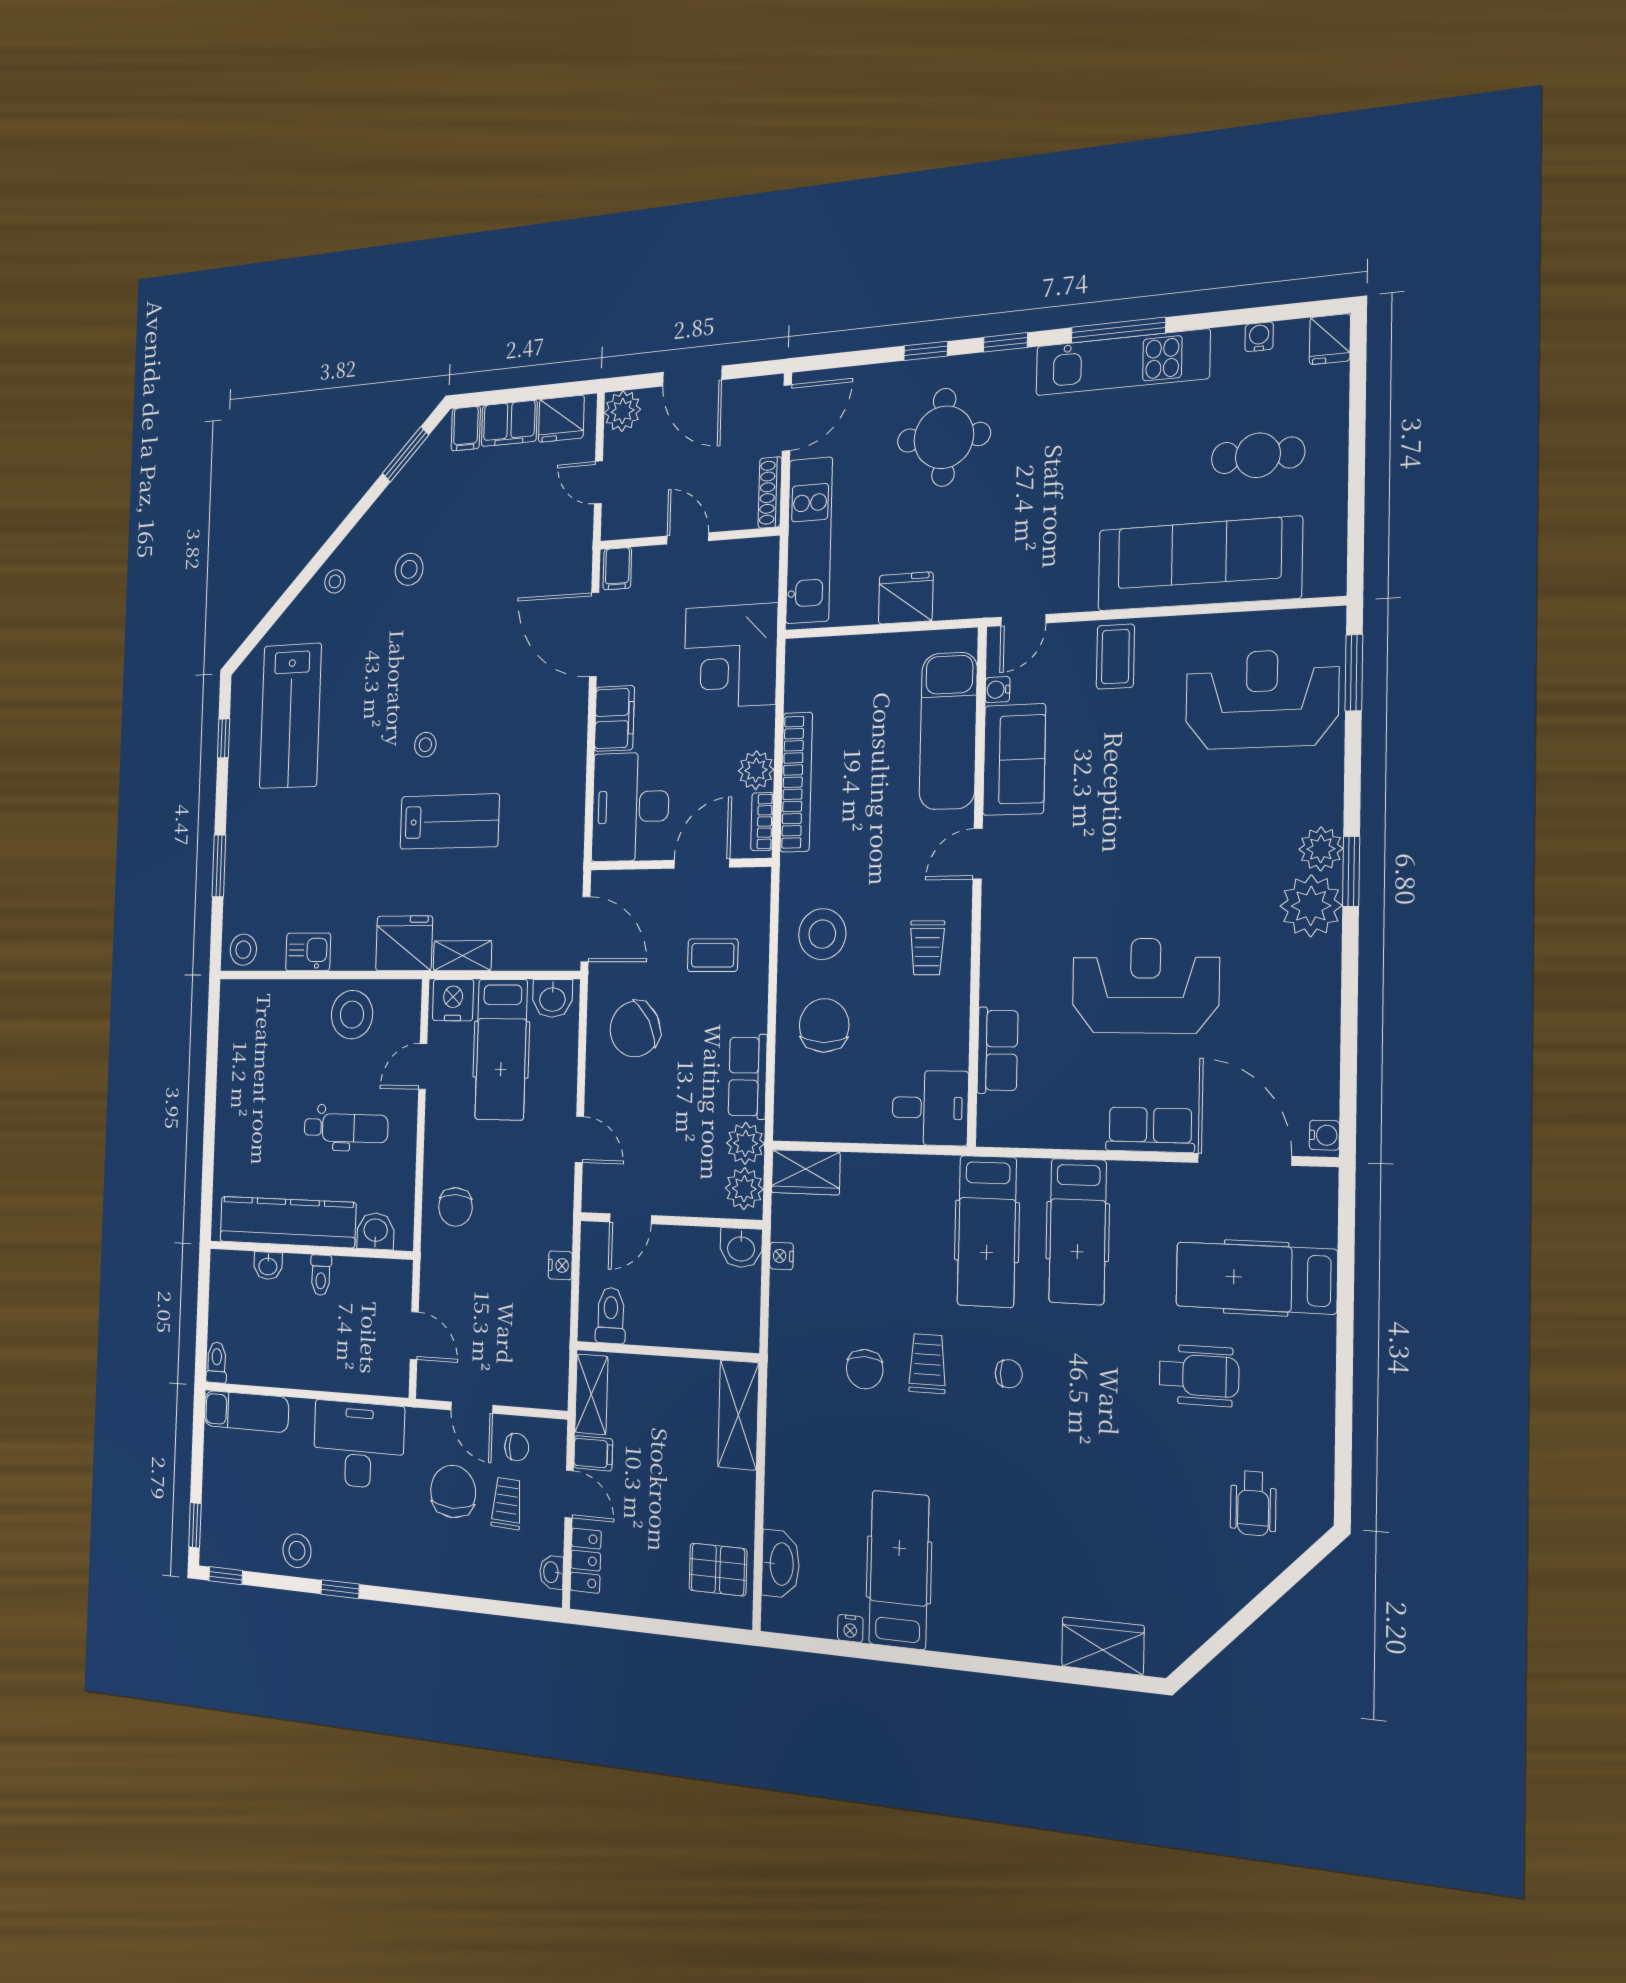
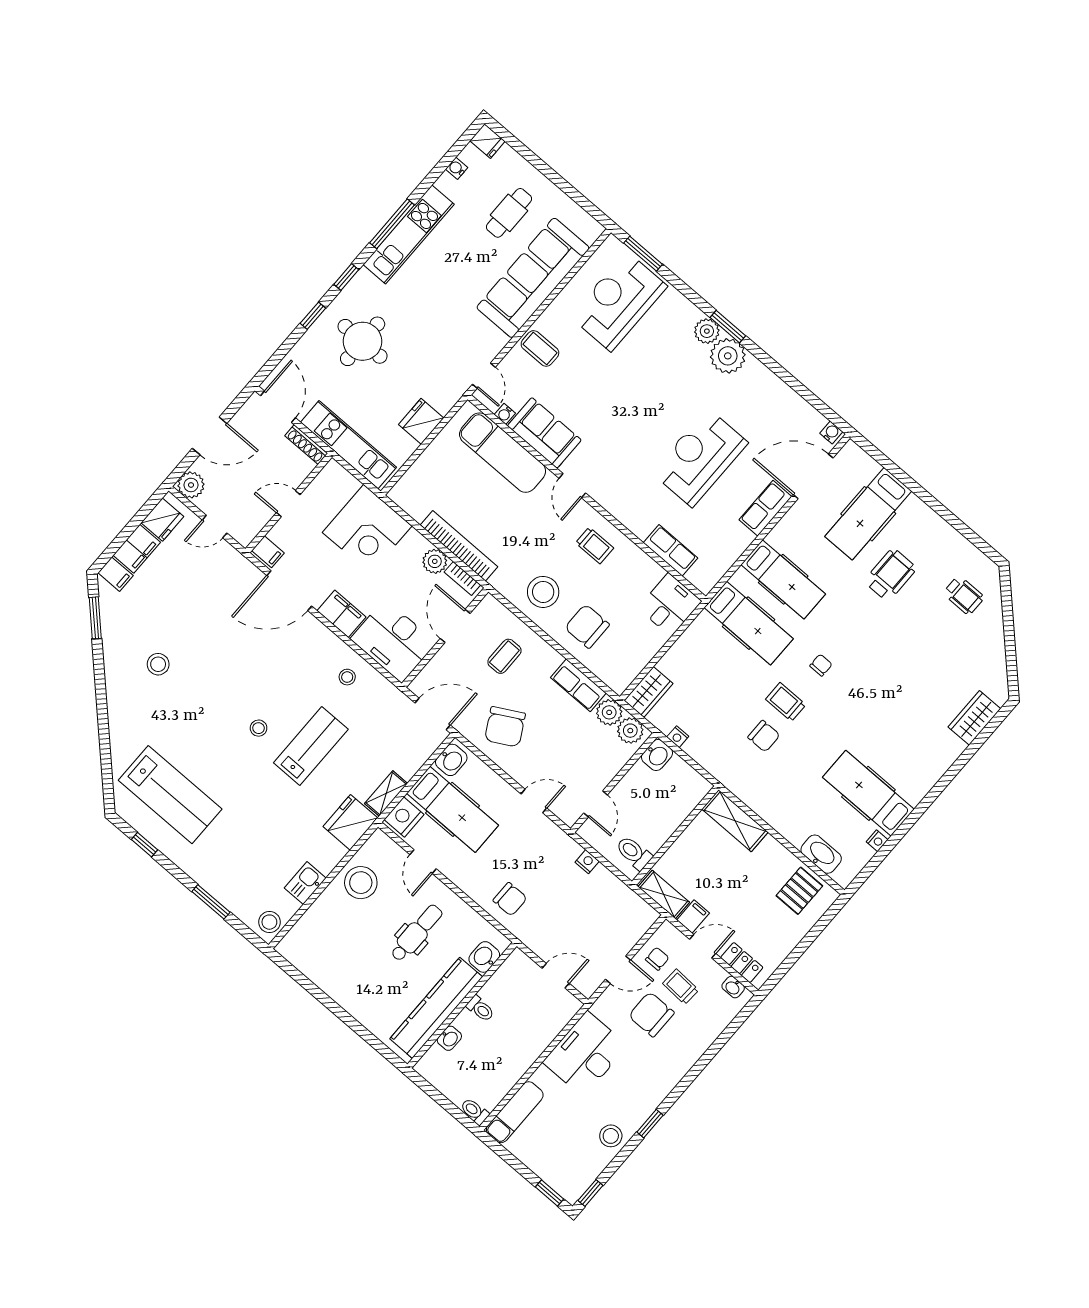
stool: (335, 581) -> (347, 677), moved

